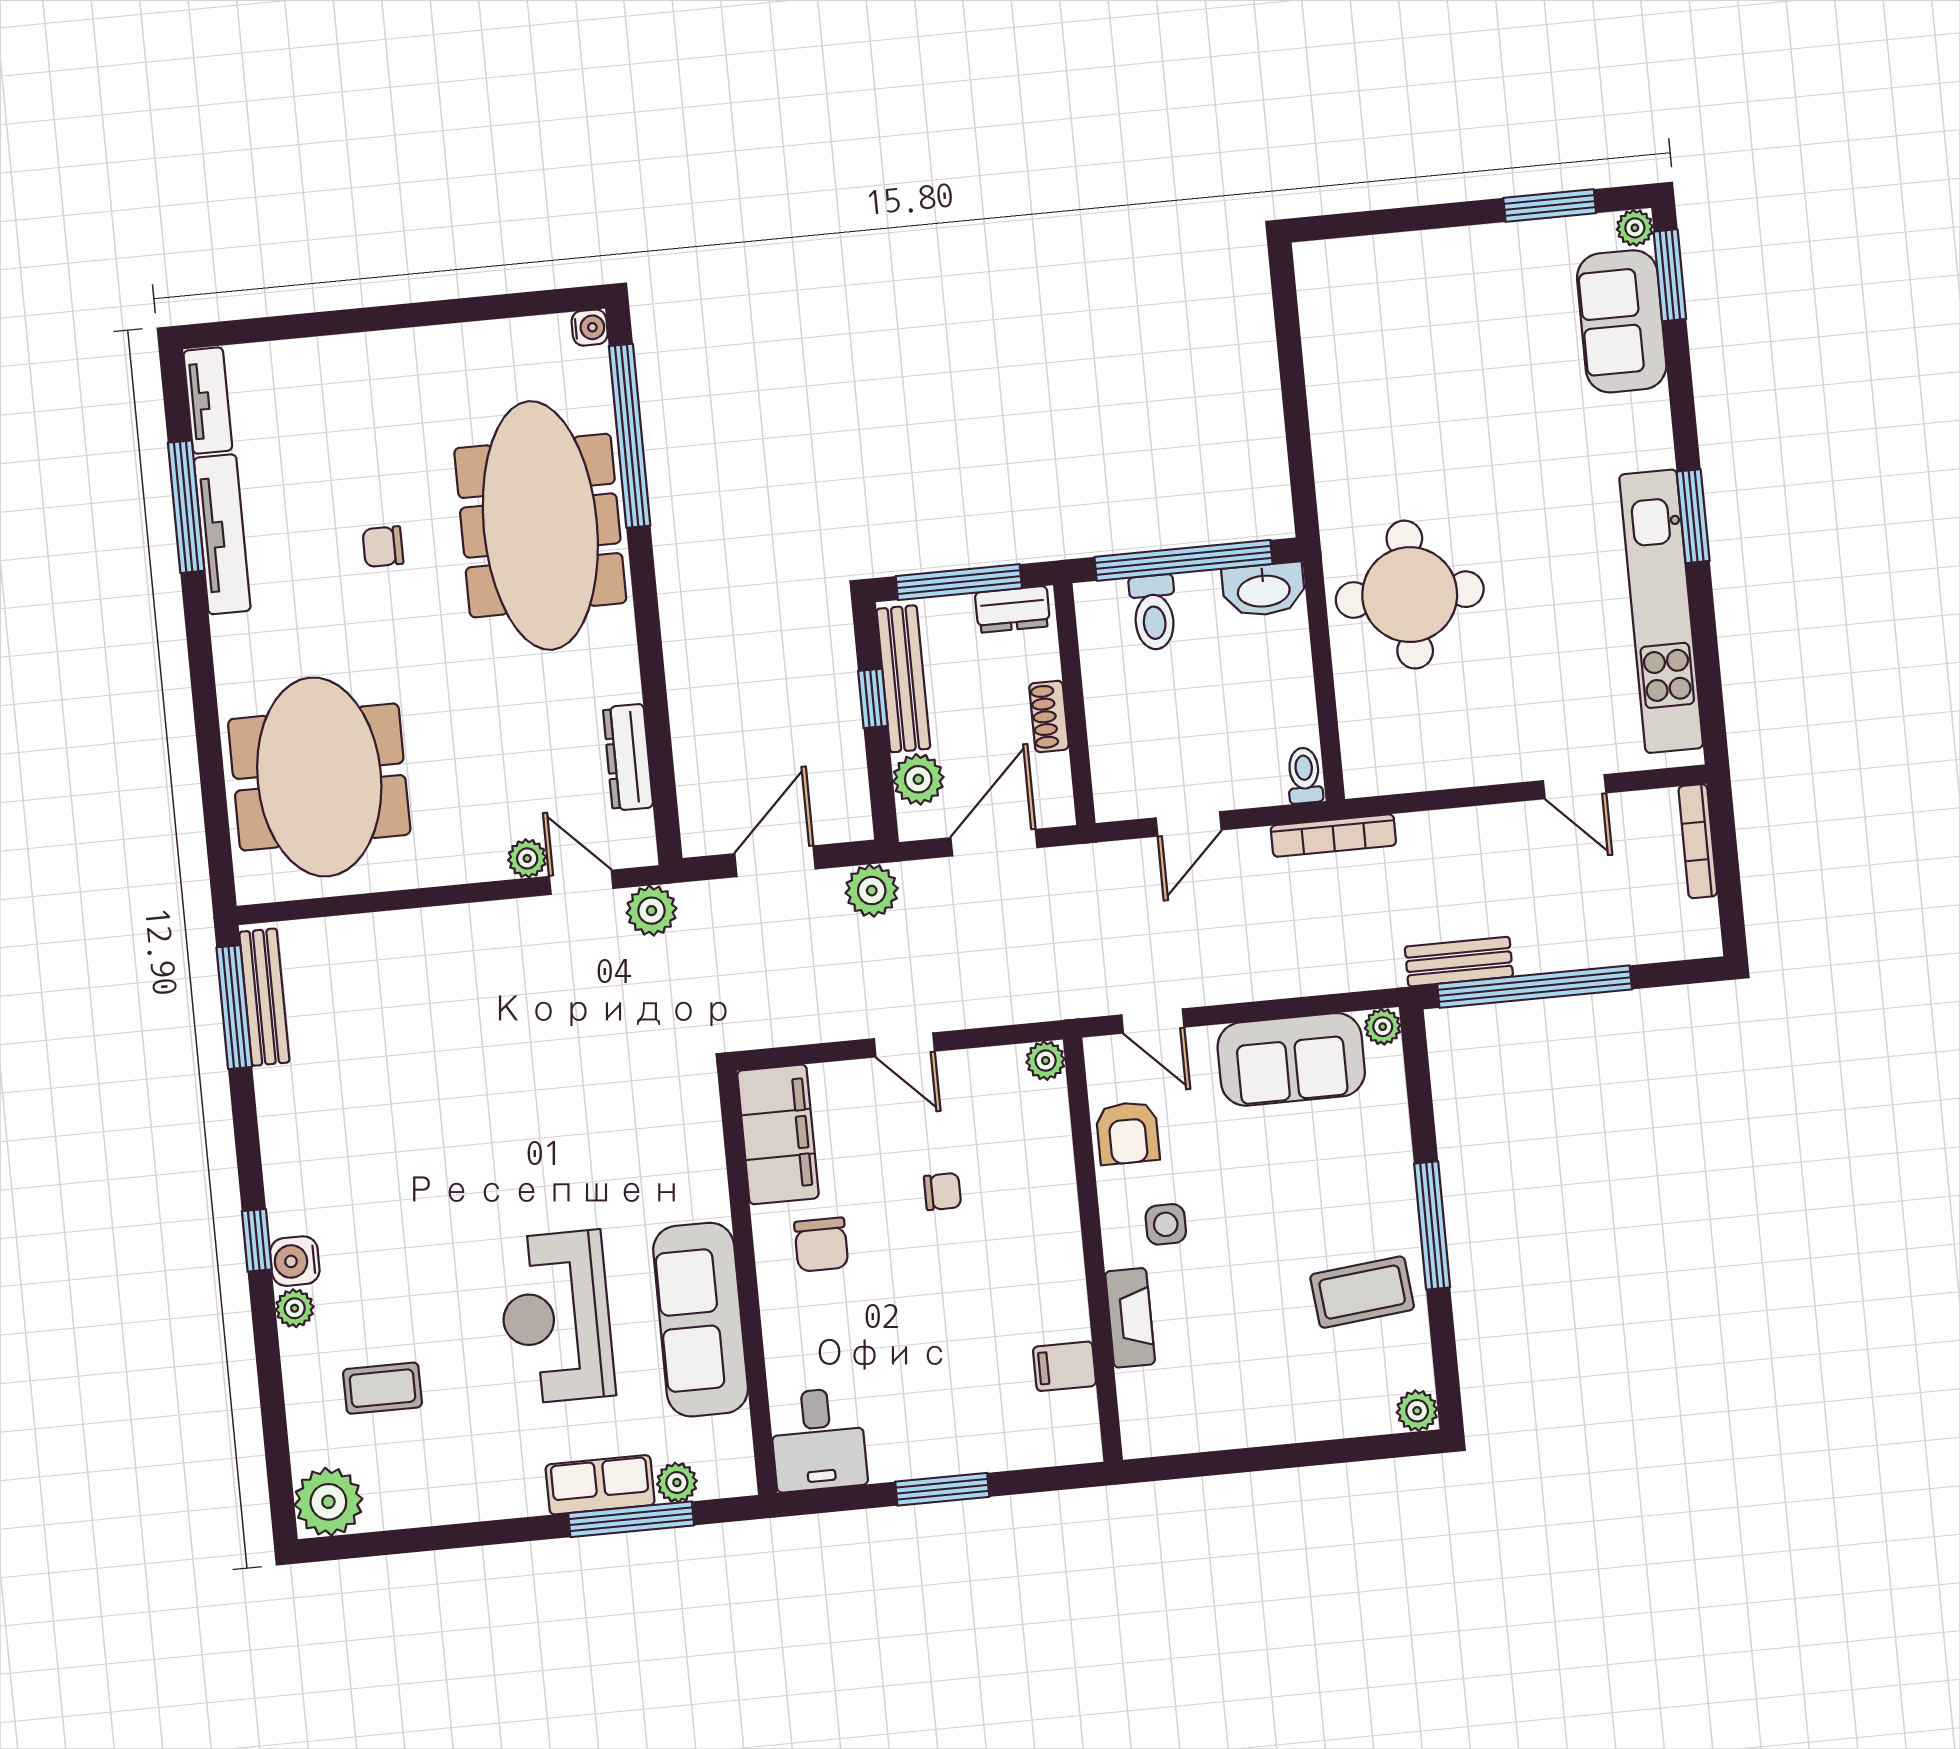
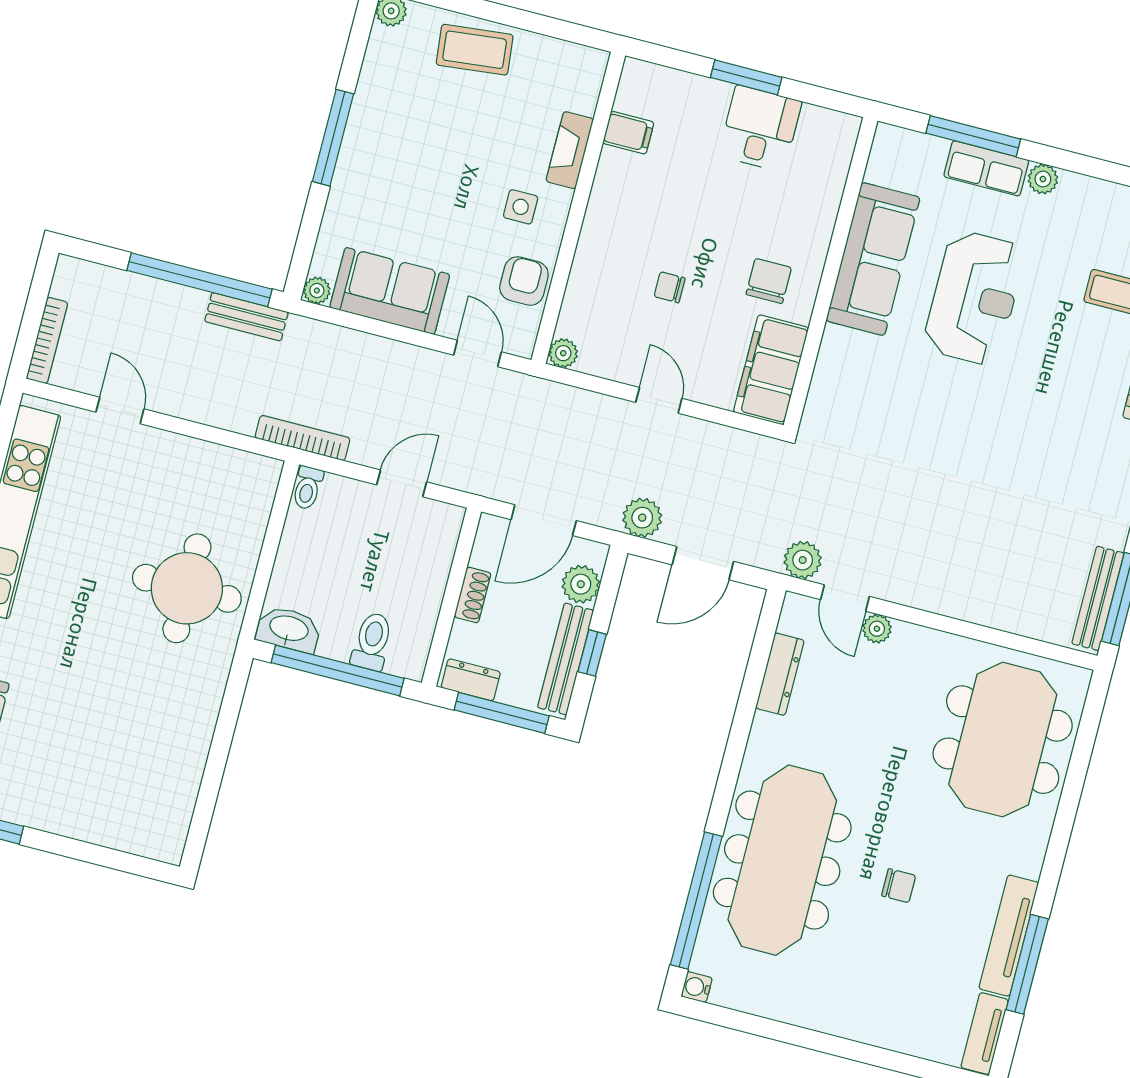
coffee table: (1362, 1292) -> (475, 50), moved
desk: (818, 1440) -> (760, 129), moved
plant: (677, 1483) -> (1043, 179), moved

